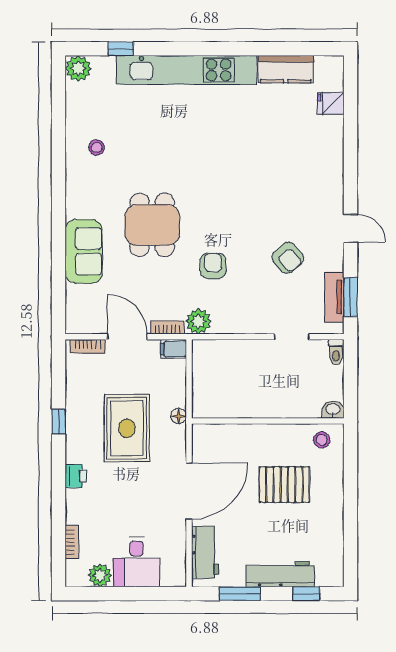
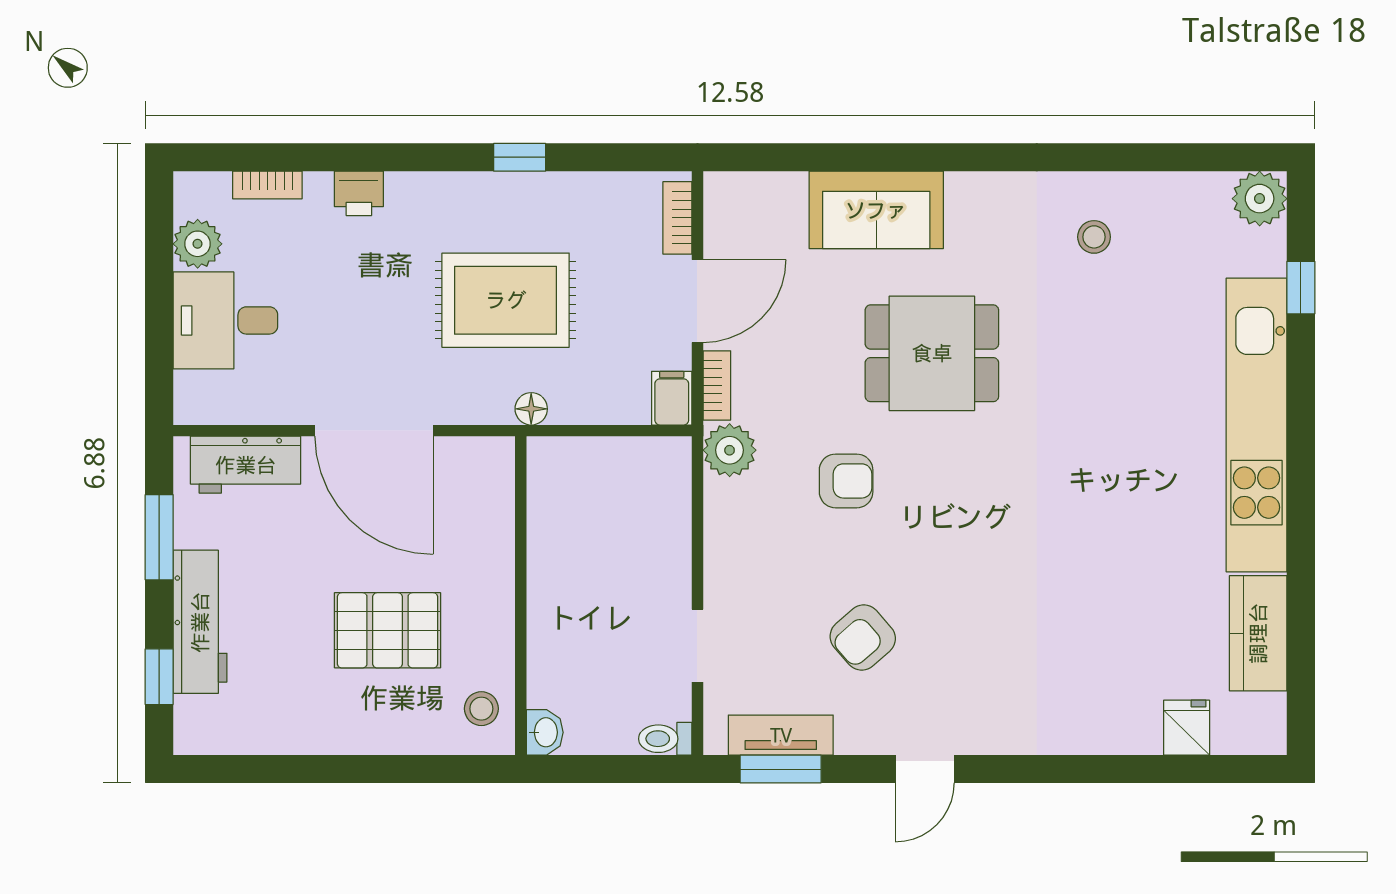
printer: (76, 476) -> (359, 193), moved
pallet: (284, 485) -> (388, 630), turned 90

